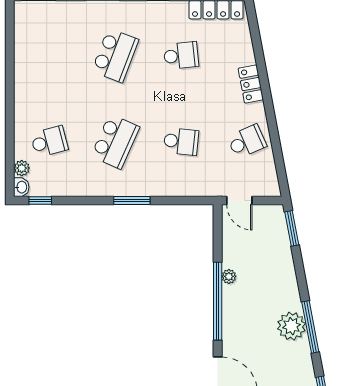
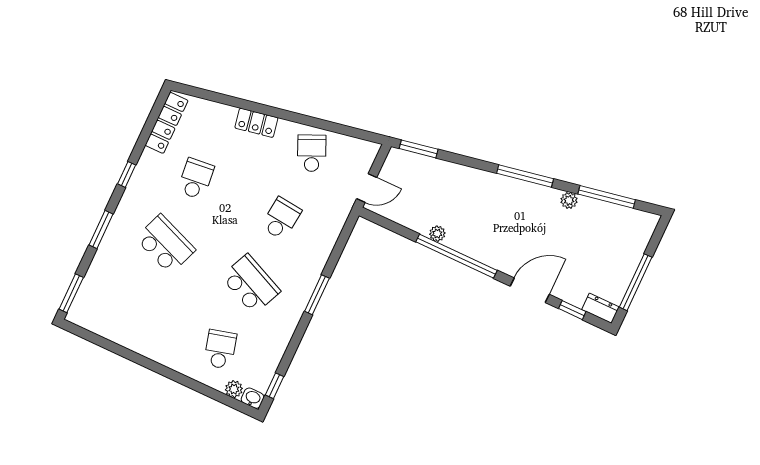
plant: (292, 326) -> (569, 200), moved, width x0.53, depth x0.53

